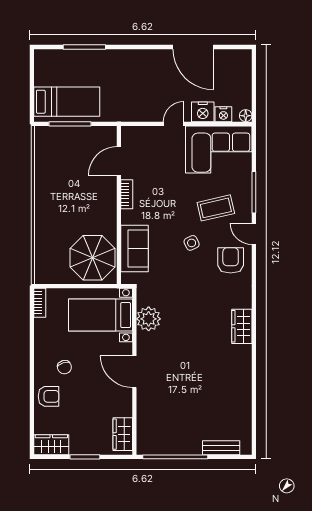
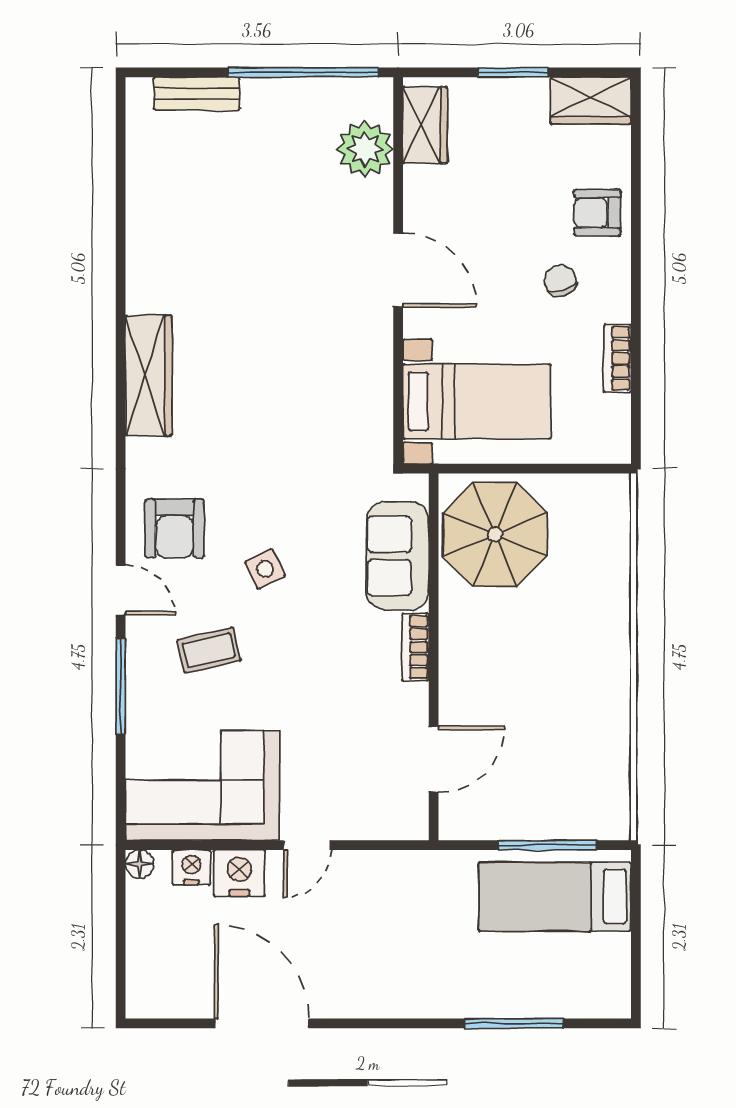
bookcase: (127, 194) -> (415, 647), moved
coffee table: (216, 208) -> (209, 650), width x0.73, depth x0.77
bookcase: (40, 303) -> (617, 359), moved
plant: (149, 319) -> (365, 149), moved
wardrobe: (242, 326) -> (149, 375), width x1.50

